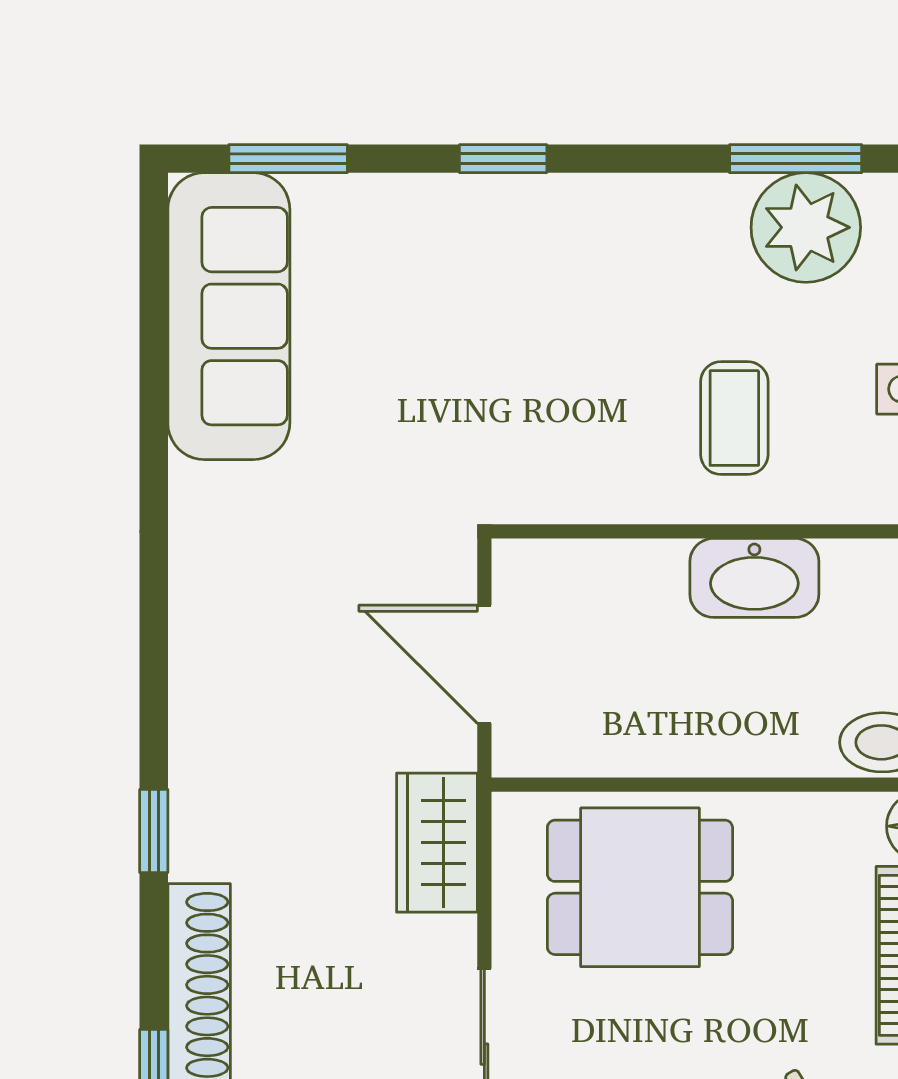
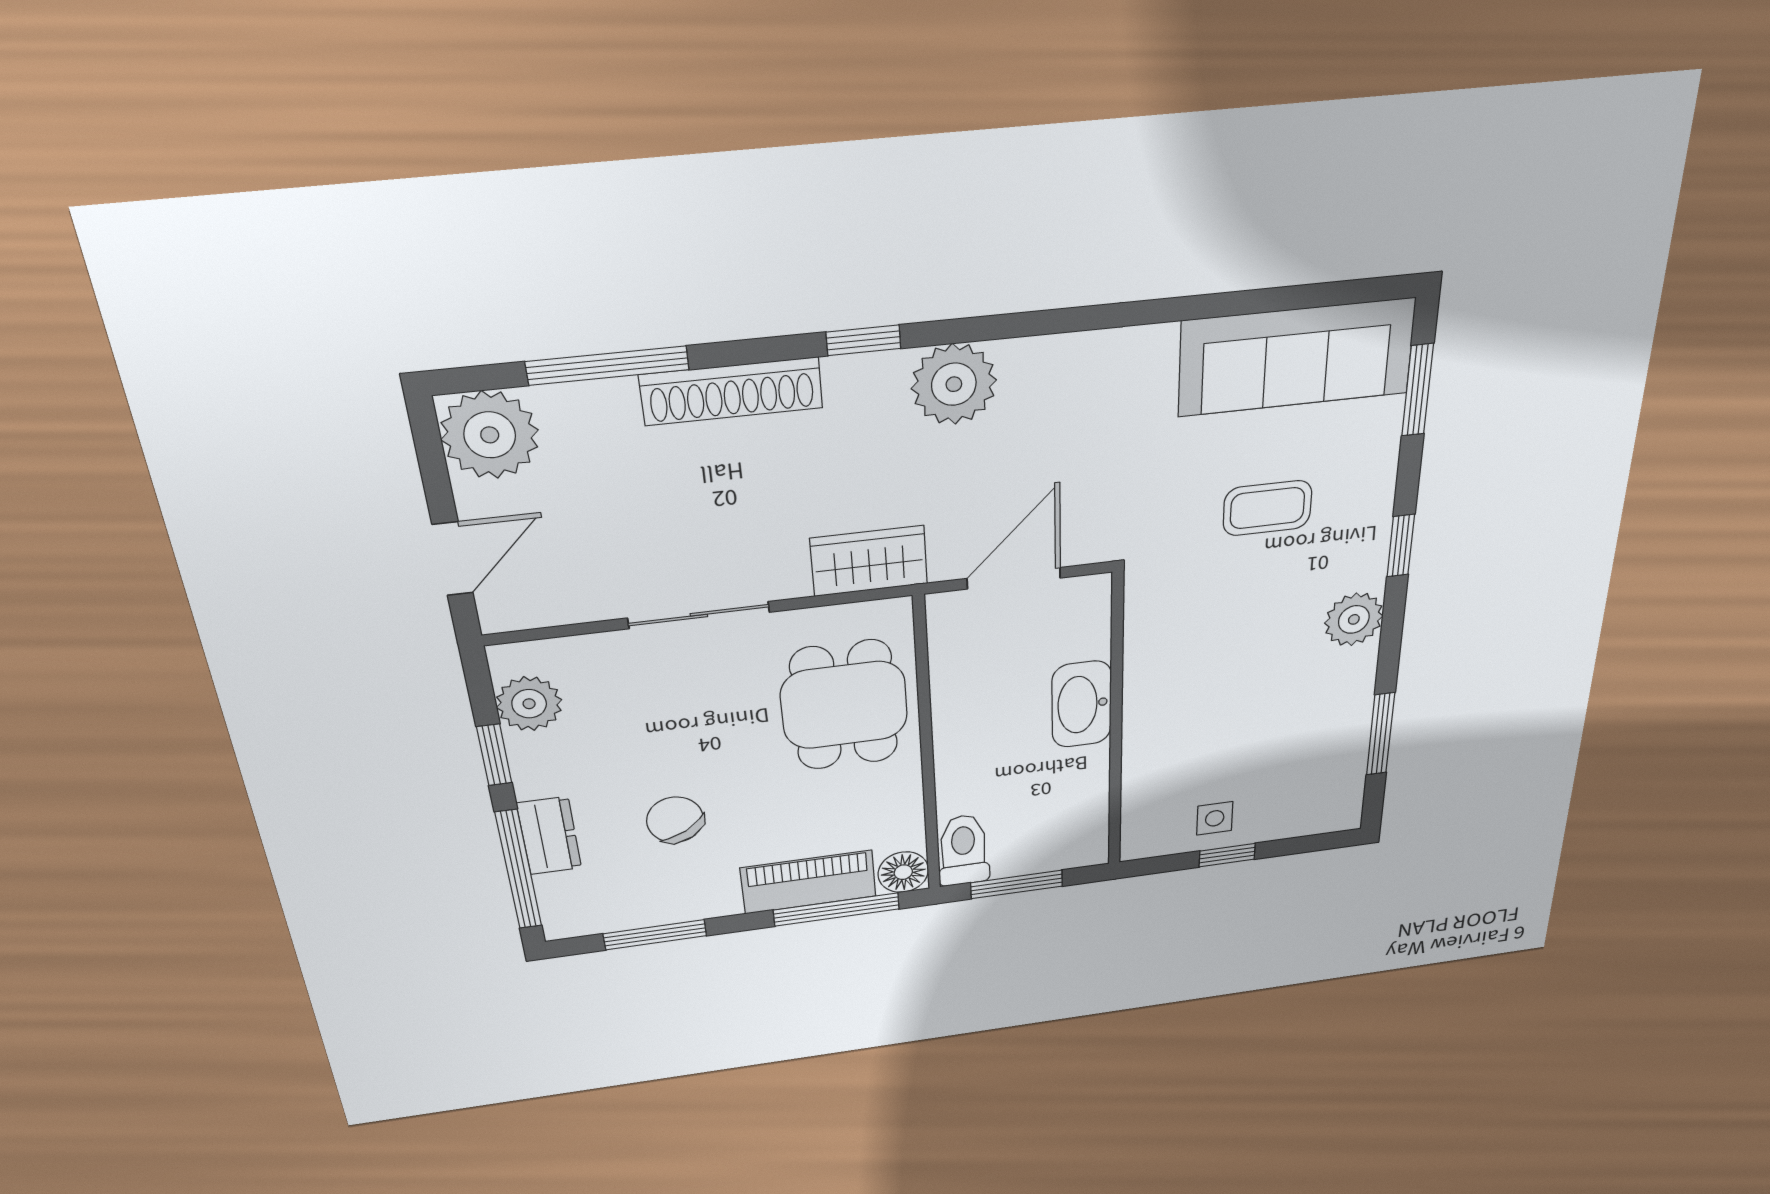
plant: (806, 227) -> (1354, 619), moved, width x0.73, depth x0.73
coffee table: (734, 418) -> (1267, 508), moved
washbasin: (754, 578) -> (1082, 704), moved
plant: (218, 730) -> (954, 384), added

